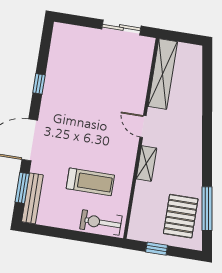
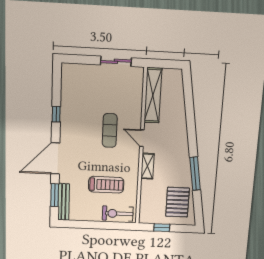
exercise mat: (103, 112) -> (110, 130), added
window: (207, 209) -> (195, 174), moved

